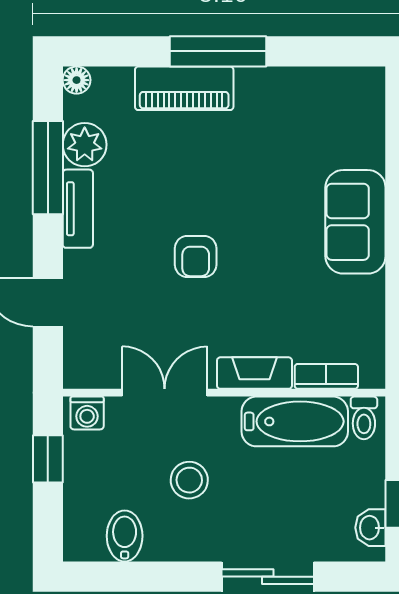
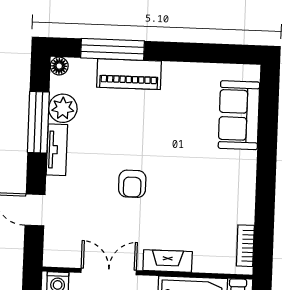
window: (218, 51) -> (113, 49), moved
sofa: (355, 222) -> (239, 115), moved
bookcase: (326, 376) -> (245, 246), moved, turned -90

